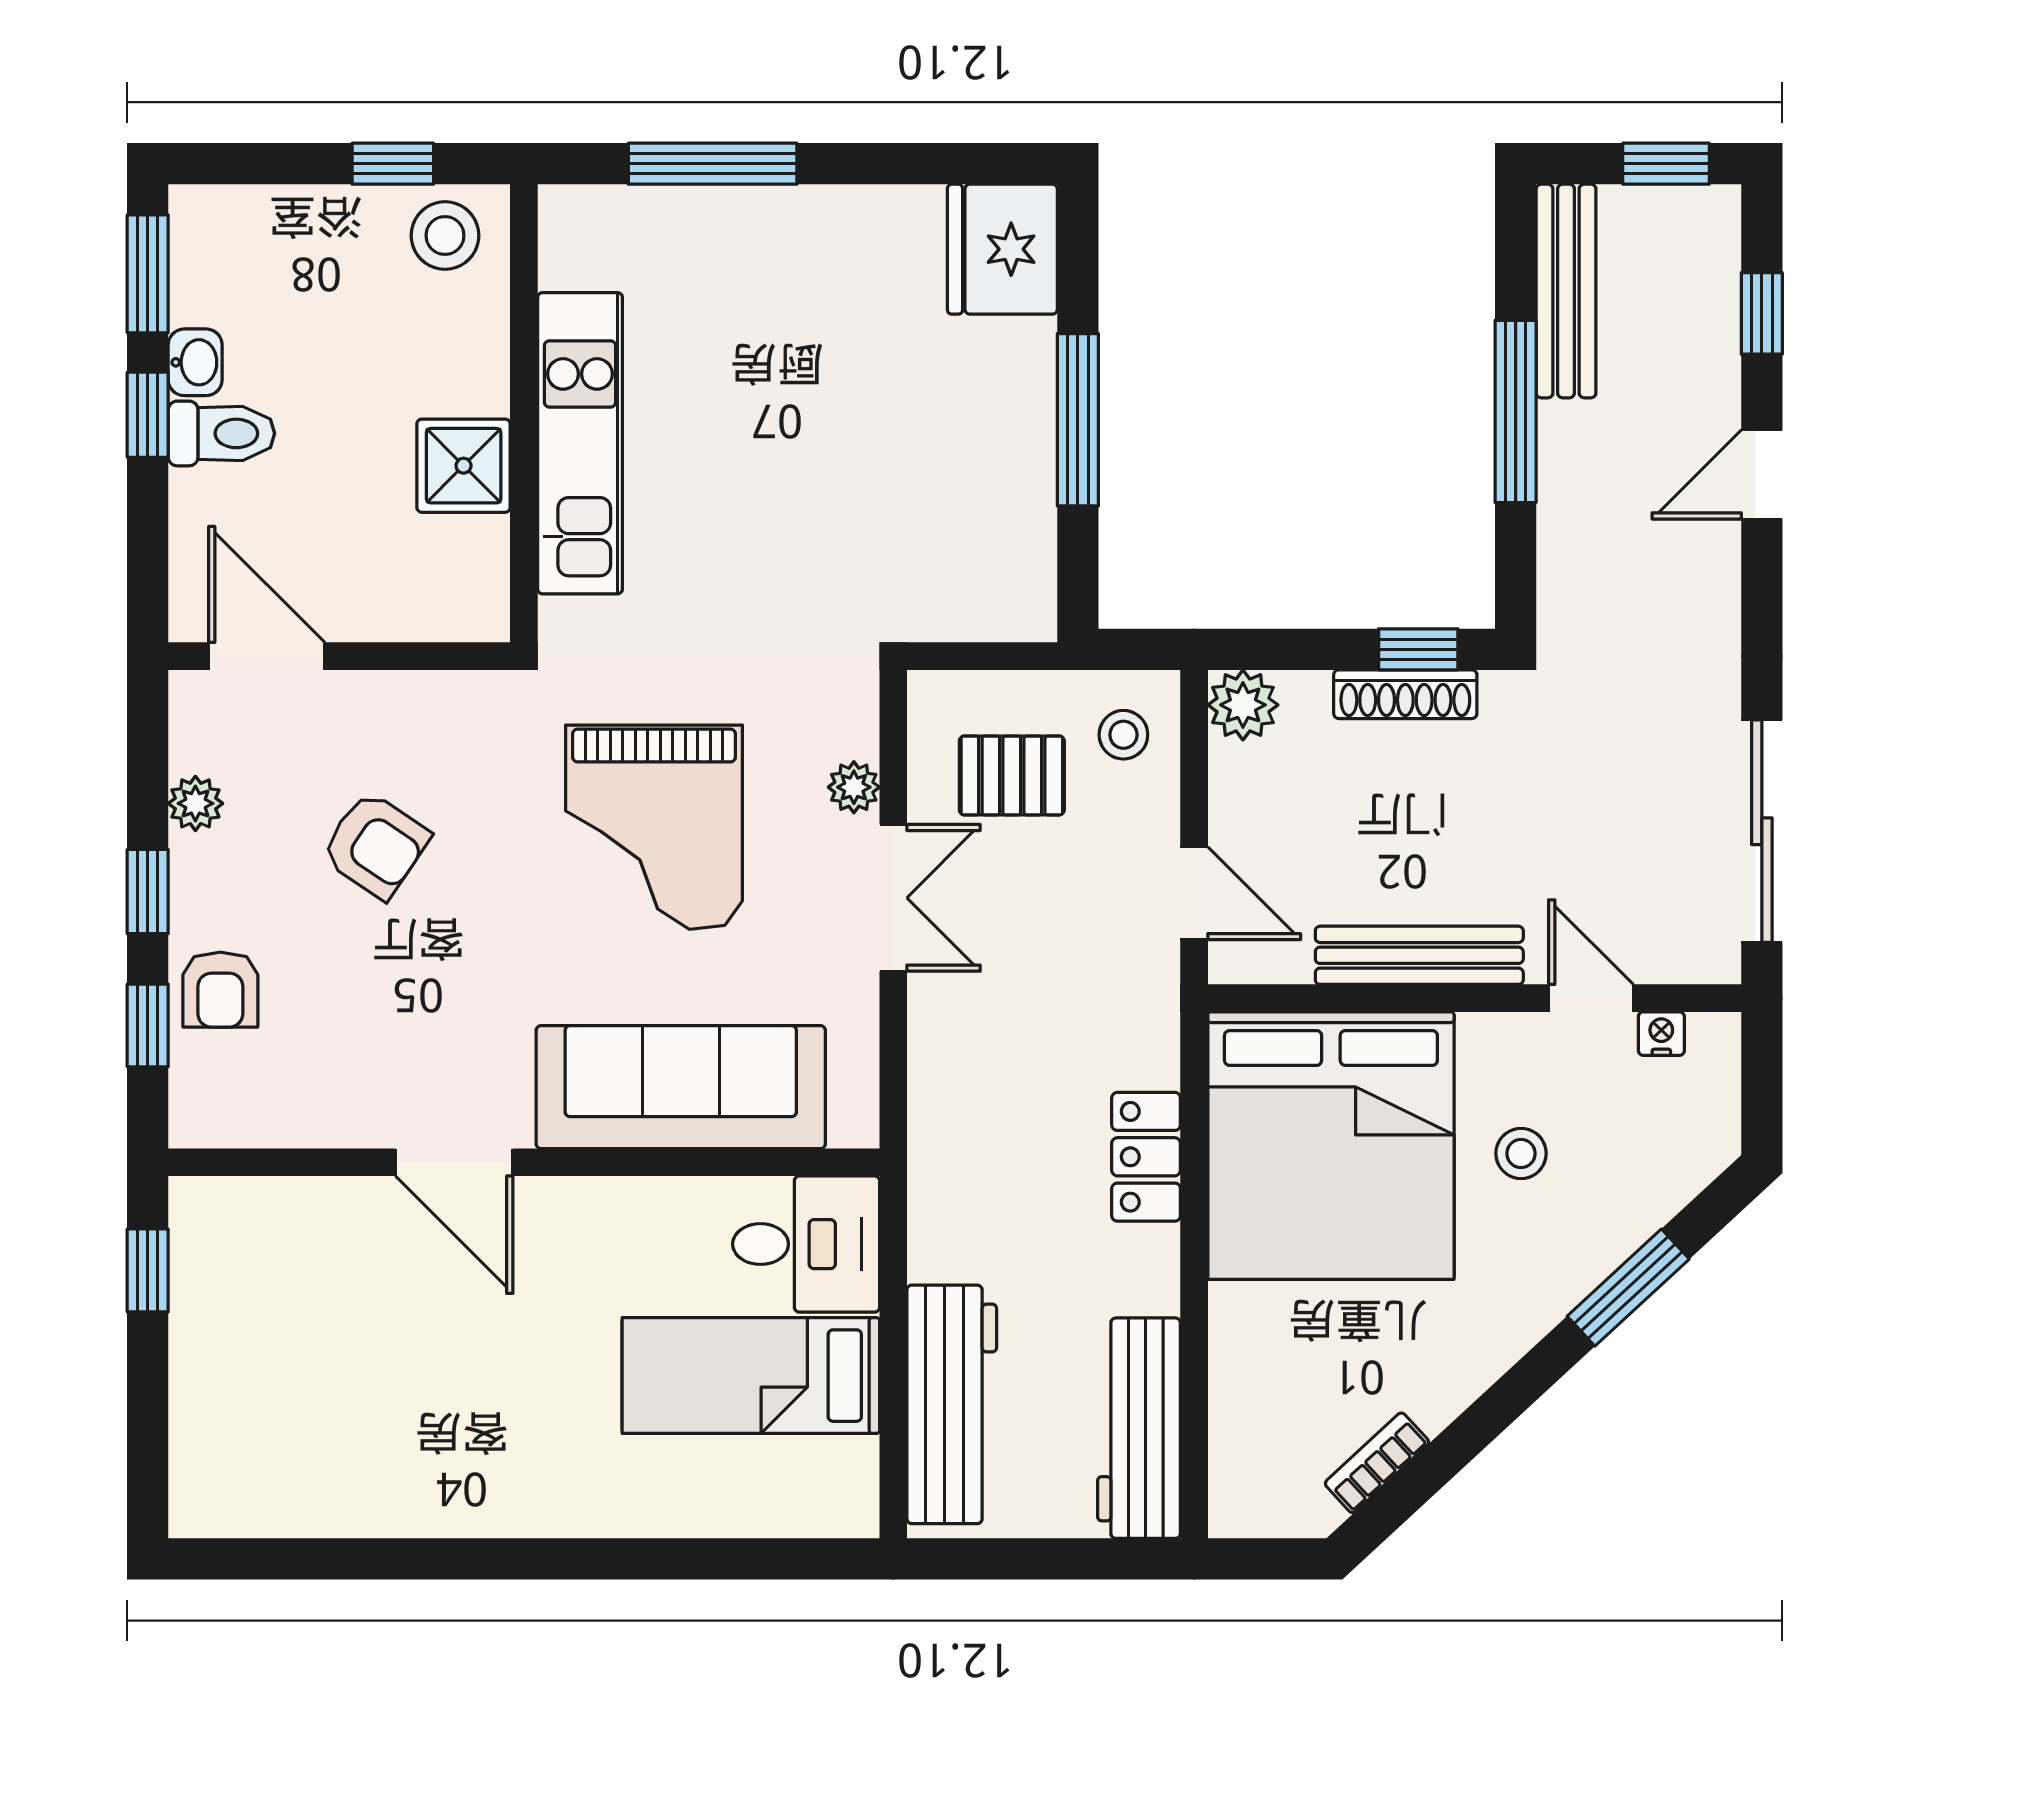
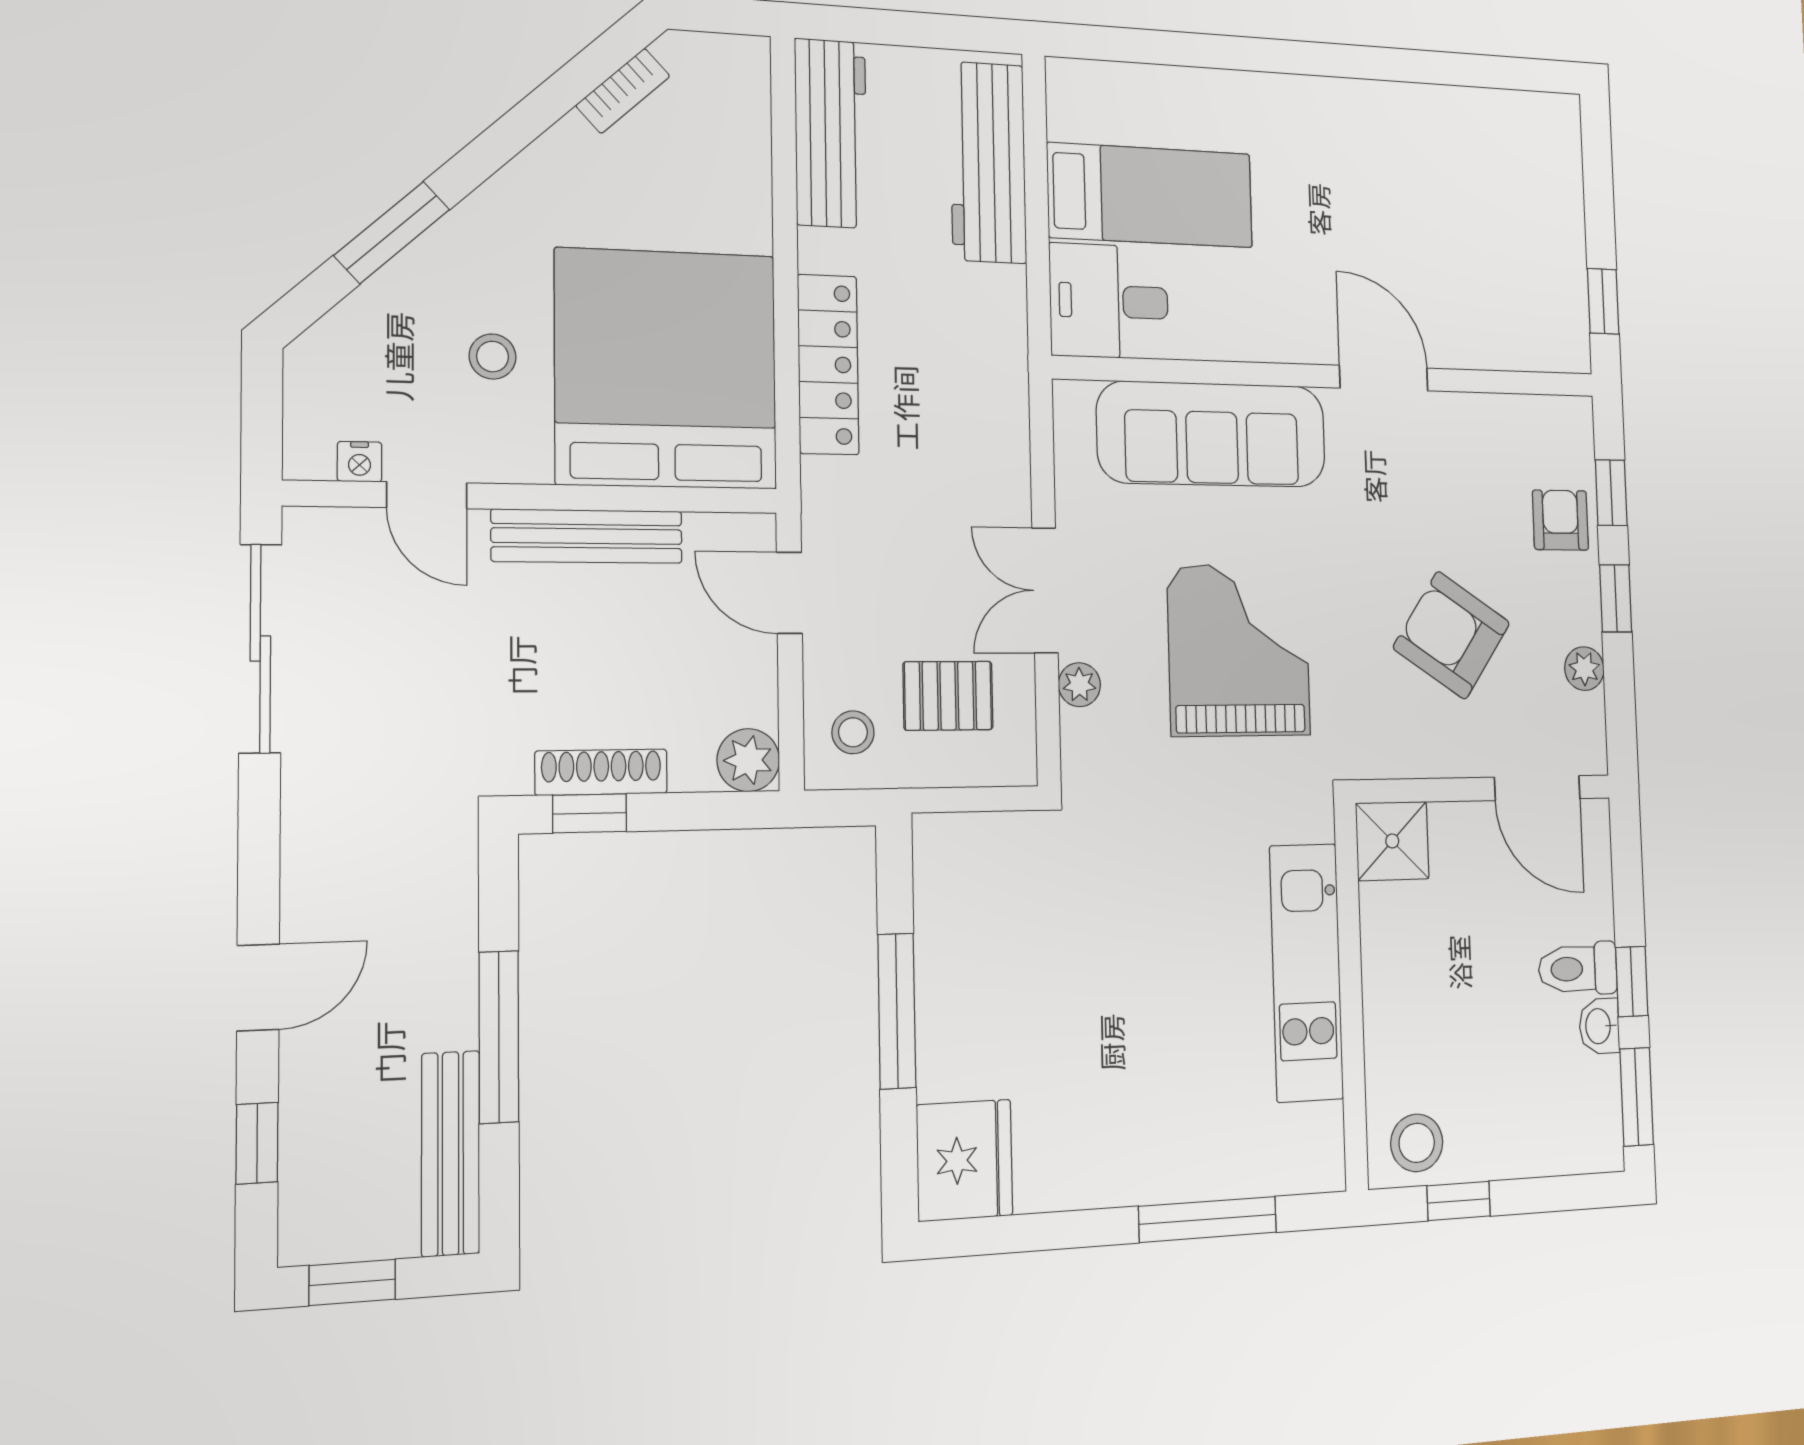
shower: (464, 466) -> (1392, 841), moved
armchair: (375, 845) -> (1451, 635), width x1.38, depth x1.38
locker: (1146, 1157) -> (828, 364), width x1.53

